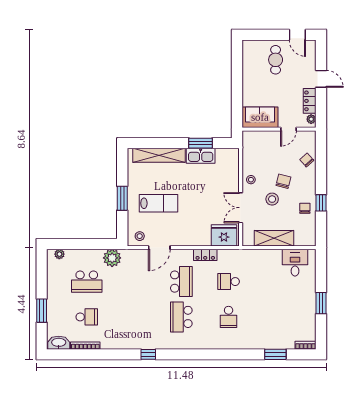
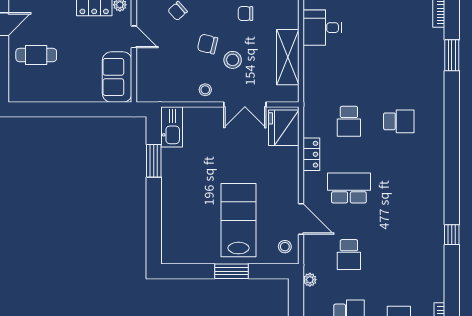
shelving: (159, 155) -> (171, 219), removed
kitchen sink: (201, 156) -> (172, 127), moved
lab bench: (158, 203) -> (239, 220), width x1.36, depth x1.39
plant: (112, 258) -> (310, 280), width x0.53, depth x0.53
school desk: (181, 317) -> (349, 255), moved, width x0.54

